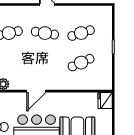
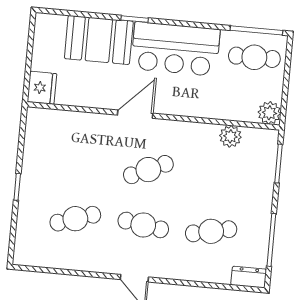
cafe table: (81, 63) -> (148, 170), moved
door: (36, 91) -> (135, 114), moved

